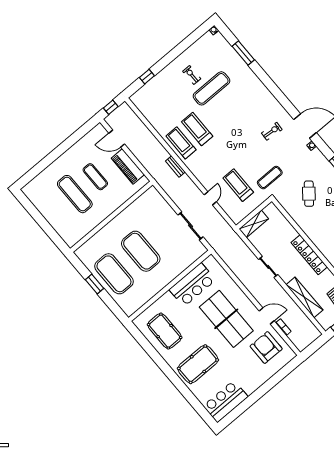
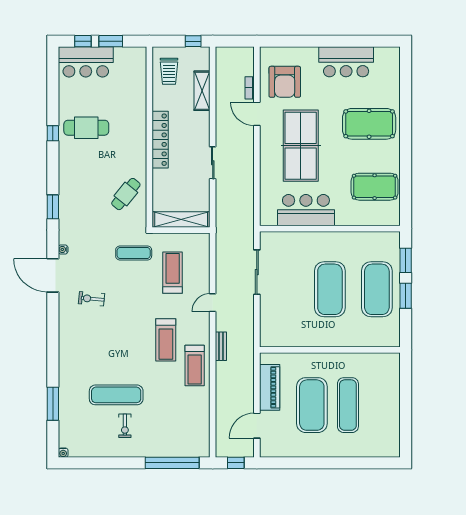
window: (147, 77) -> (172, 463), width x3.17
treadmill: (197, 129) -> (166, 340), moved
door: (117, 139) -> (257, 426), swing flipped
exercise mat: (95, 177) -> (312, 405), width x2.00, depth x1.45
treadmill: (238, 185) -> (173, 273), turned 180
cafe table: (309, 194) -> (126, 194), moved
door: (210, 198) -> (213, 303), moved
shelving: (254, 224) -> (181, 219), width x1.47
shelving: (304, 297) -> (202, 91), width x0.68
window: (111, 304) -> (406, 260), added
pool table: (165, 331) -> (375, 187), turned 90
bar counter: (226, 401) -> (346, 62), moved

